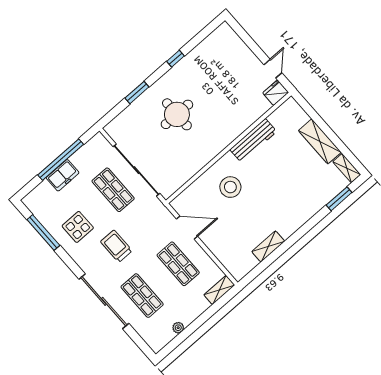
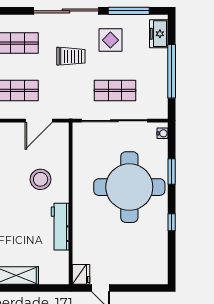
round table: (177, 114) -> (129, 187), width x1.86, depth x1.86
water cooler: (114, 125) -> (163, 133), added
freezer: (63, 175) -> (159, 34), moved
sliding door: (104, 301) -> (66, 11), moved

